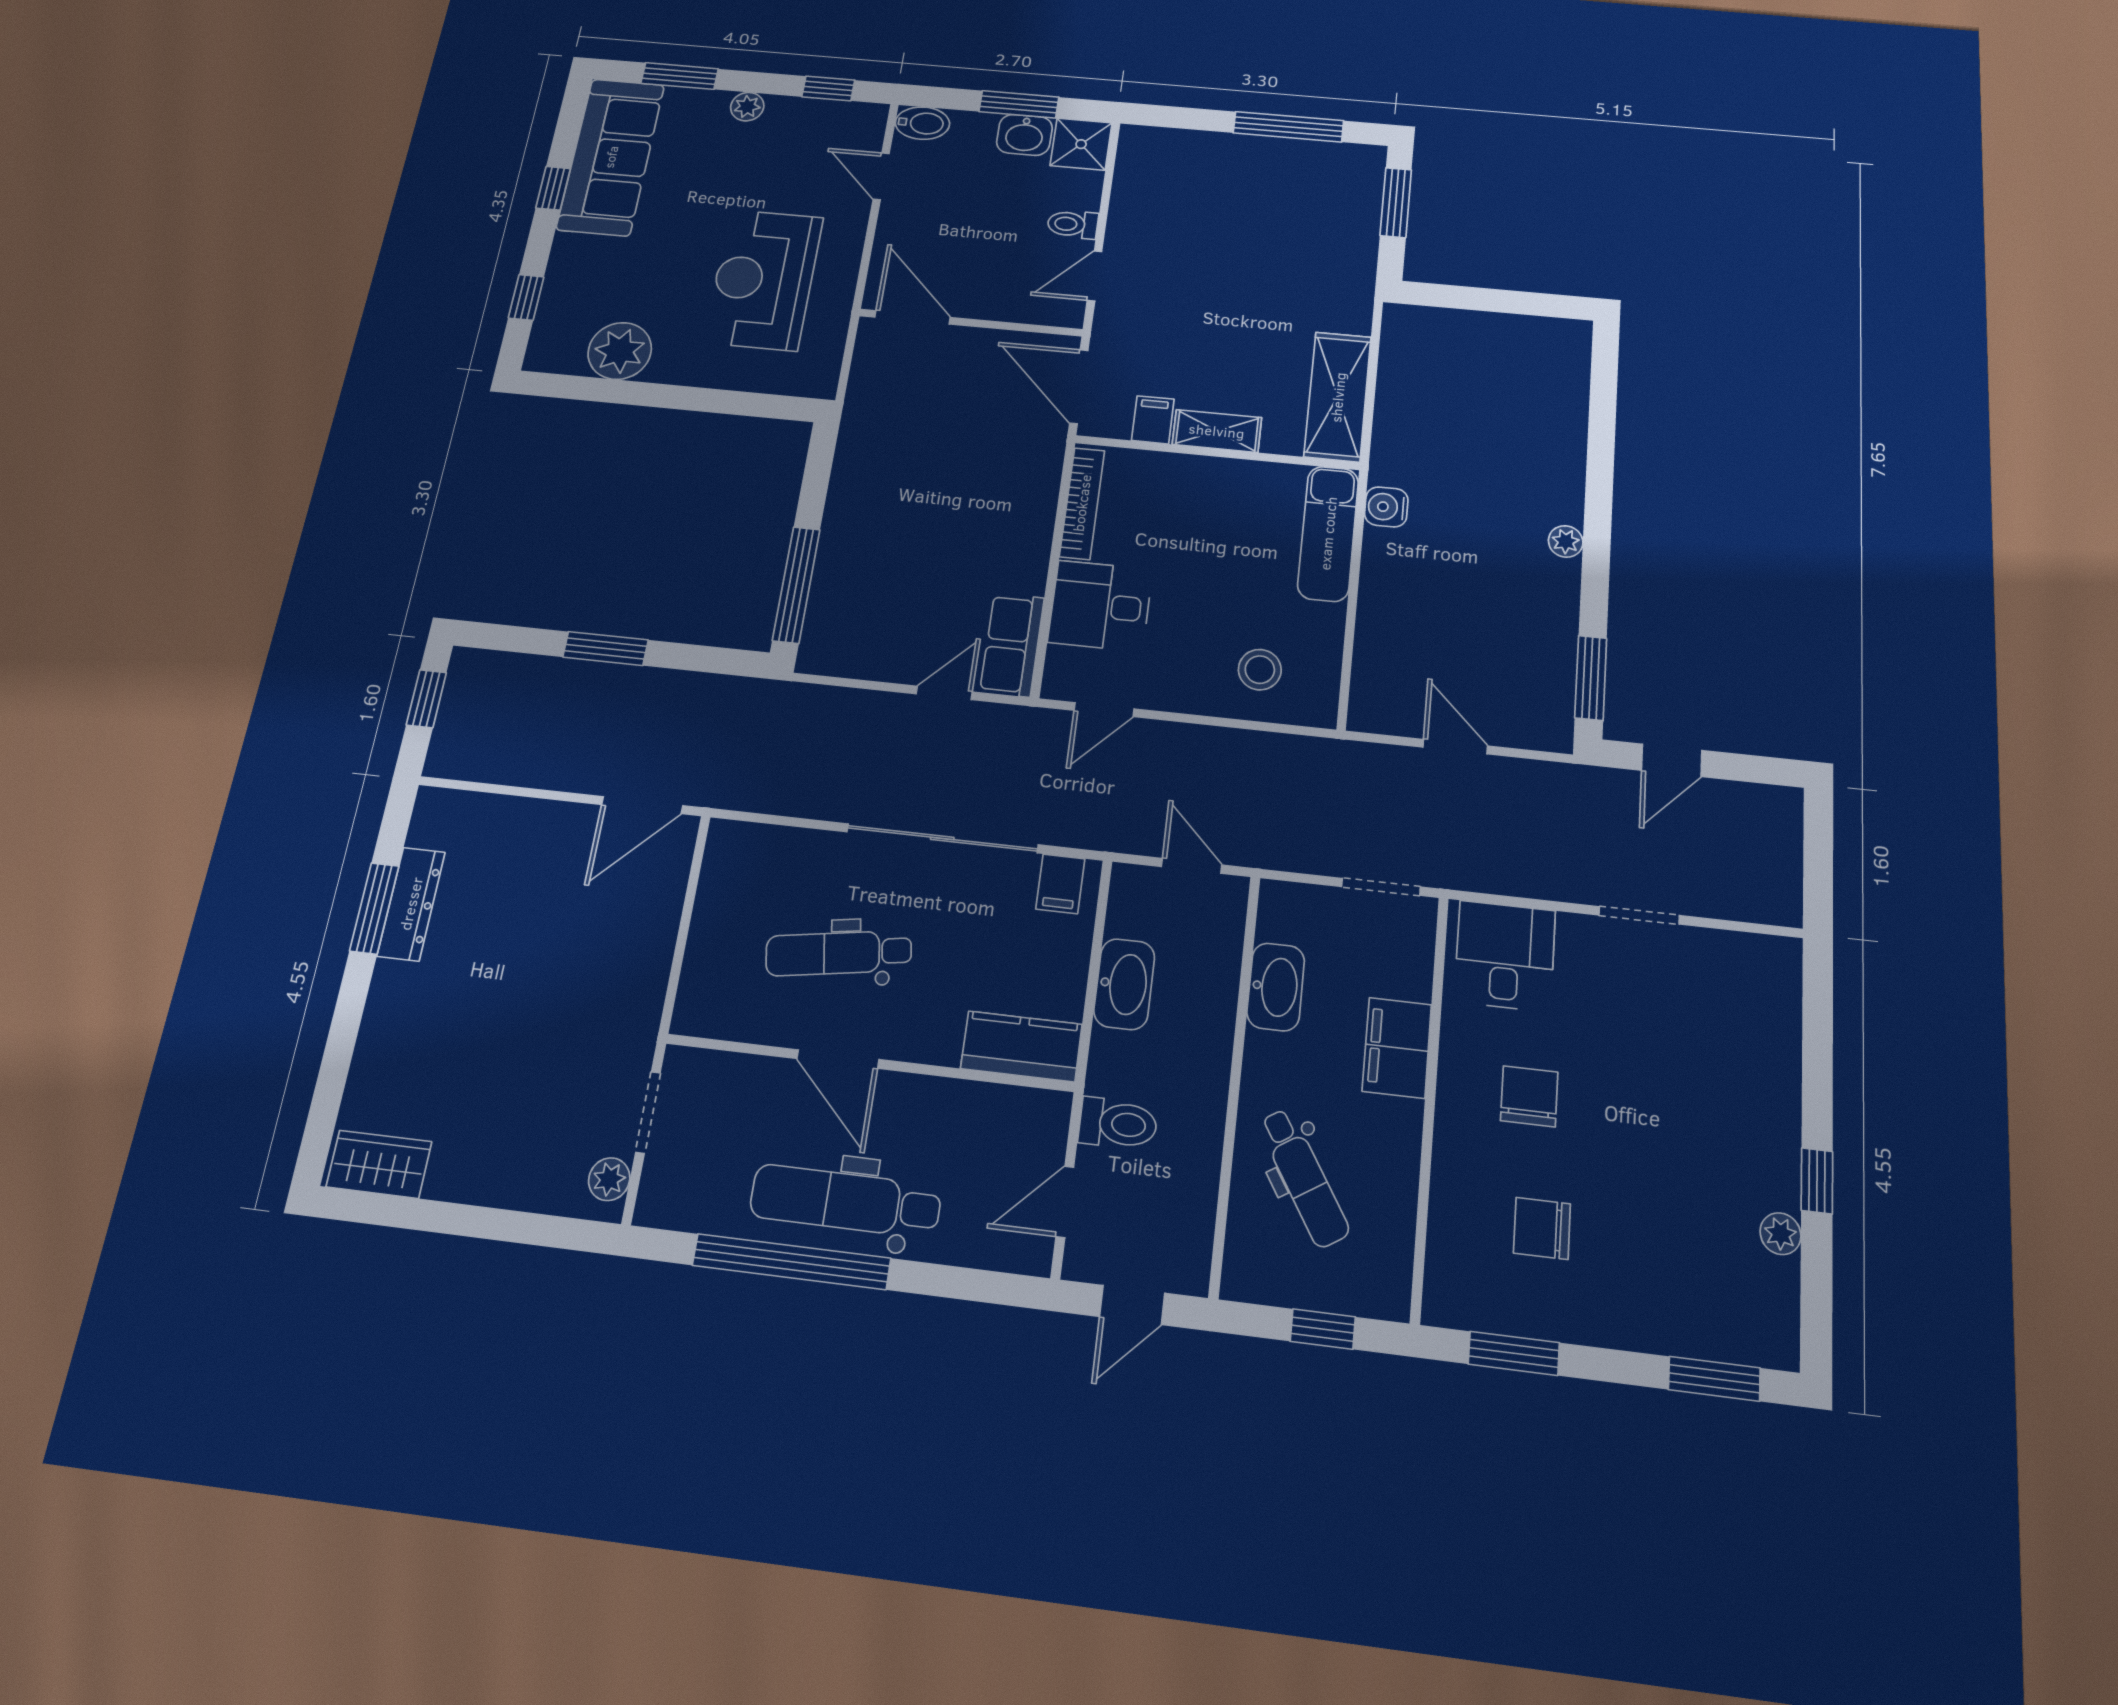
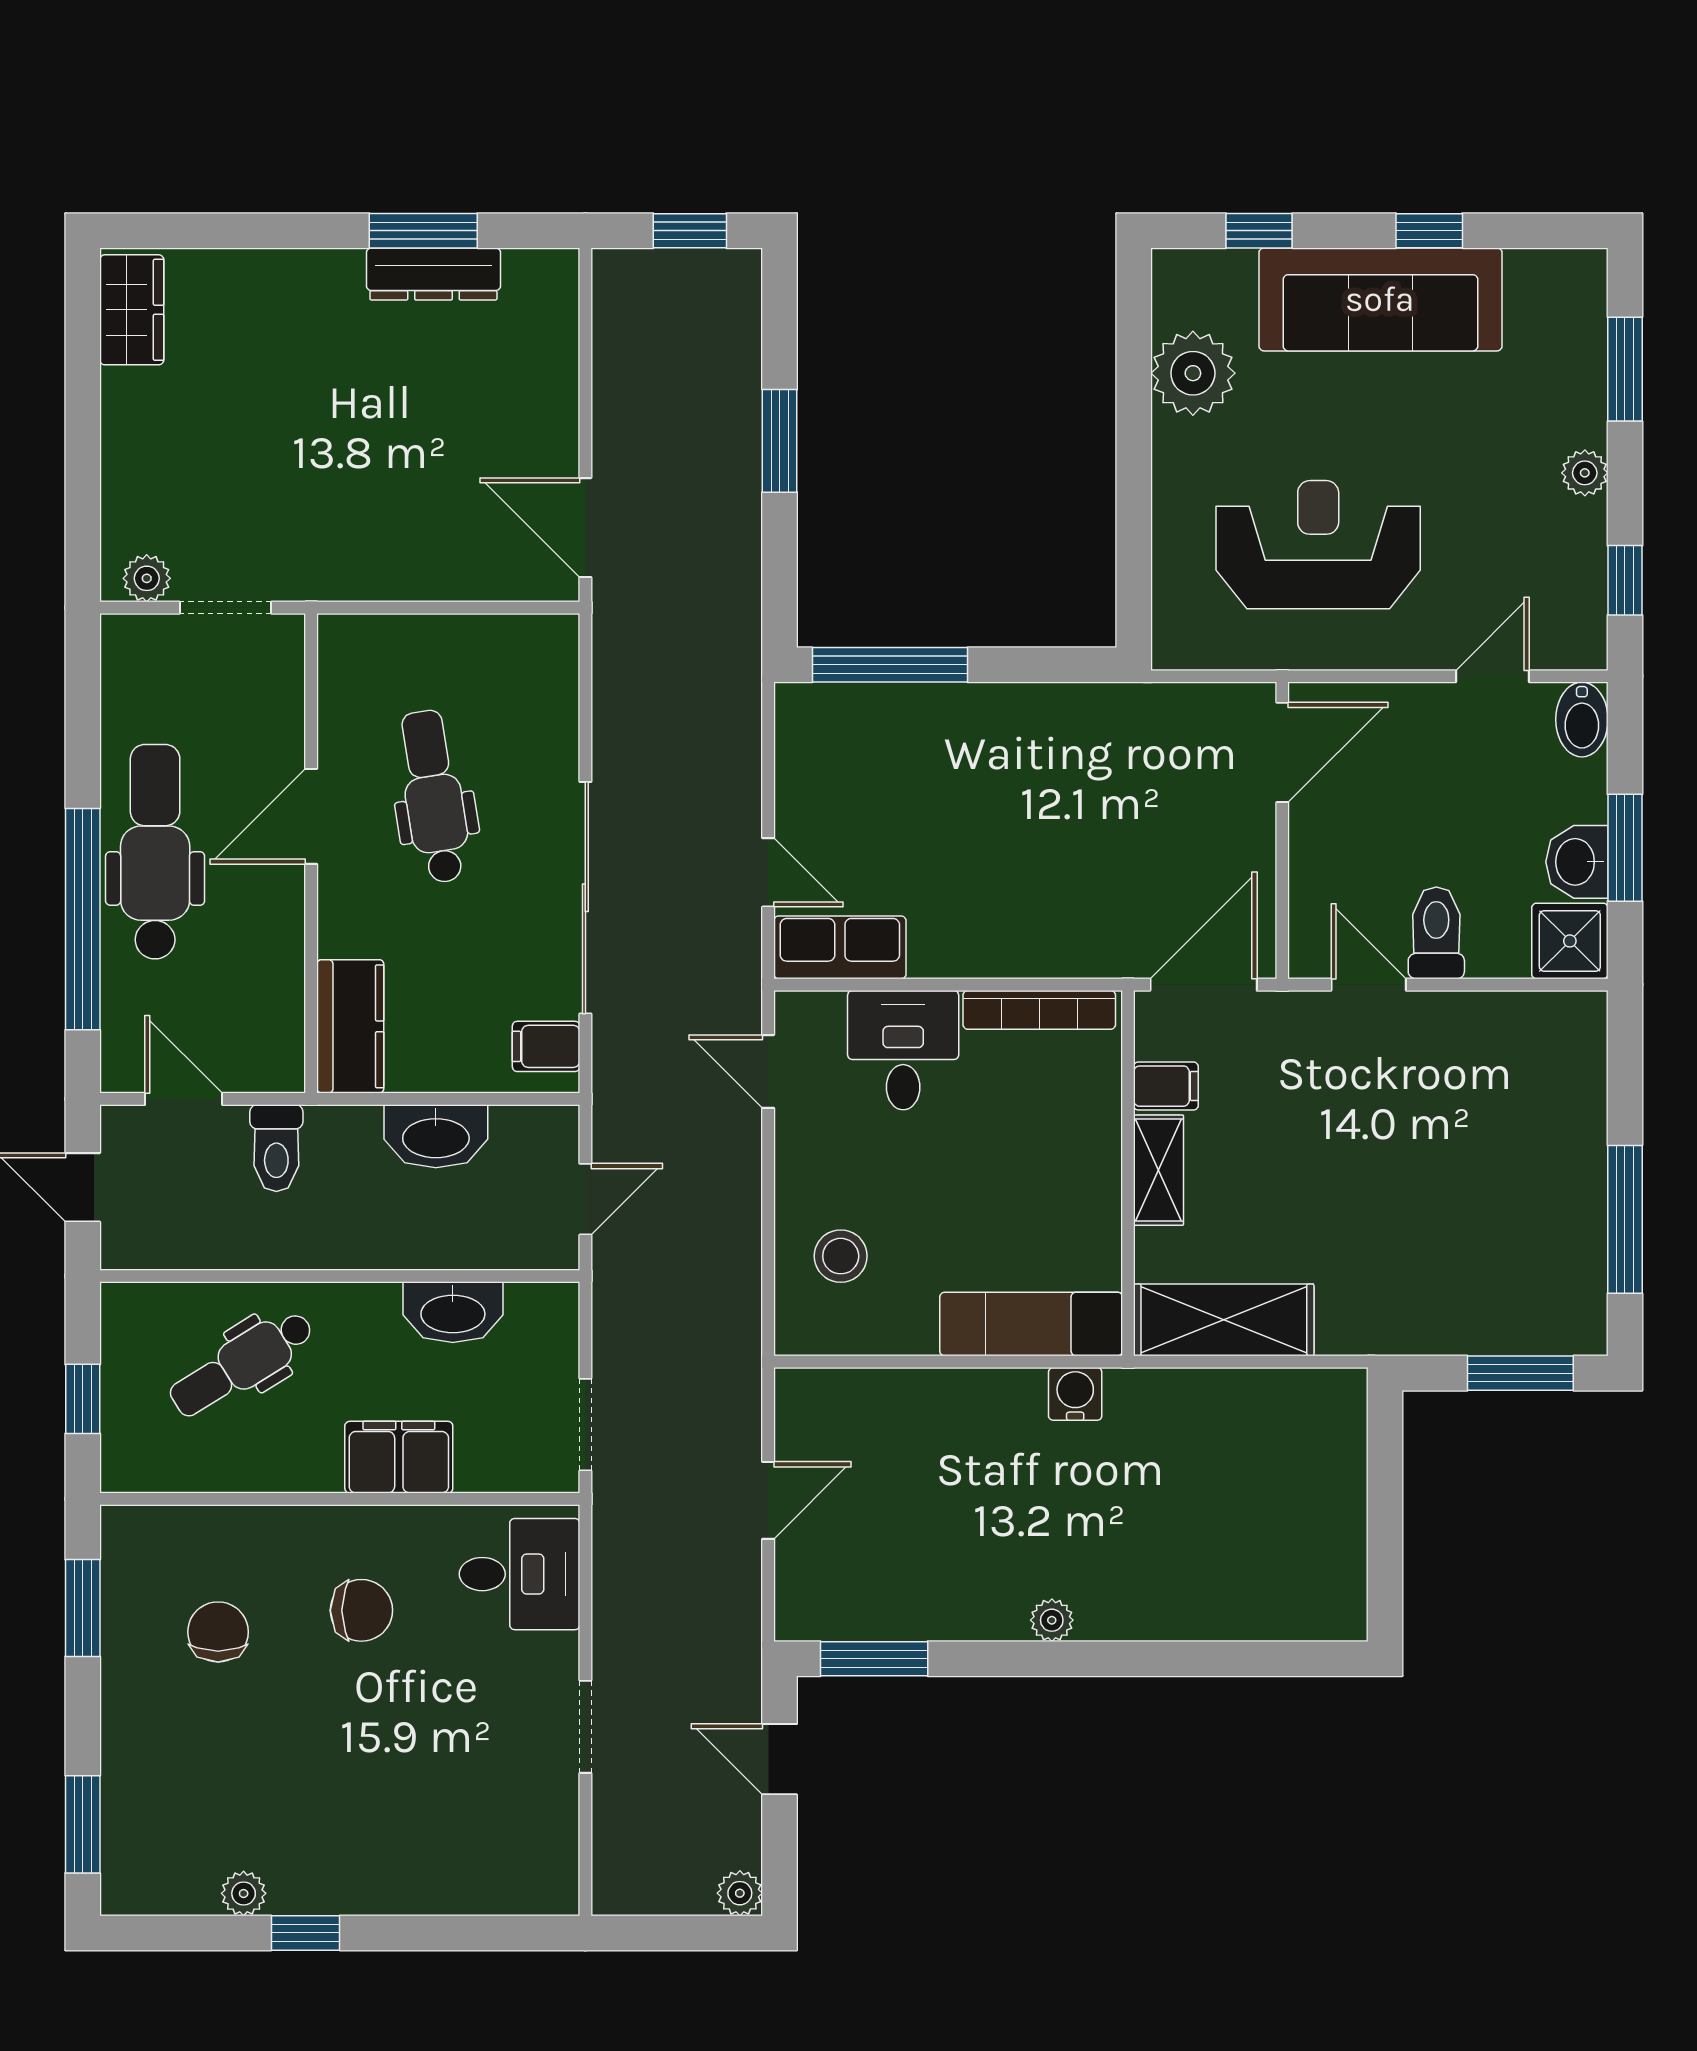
sofa: (611, 157) -> (1380, 299), moved
toilet: (1073, 224) -> (1436, 933), width x1.37, depth x1.39
plant: (1785, 804) -> (740, 1893), added
window: (791, 1262) -> (83, 919), moved

